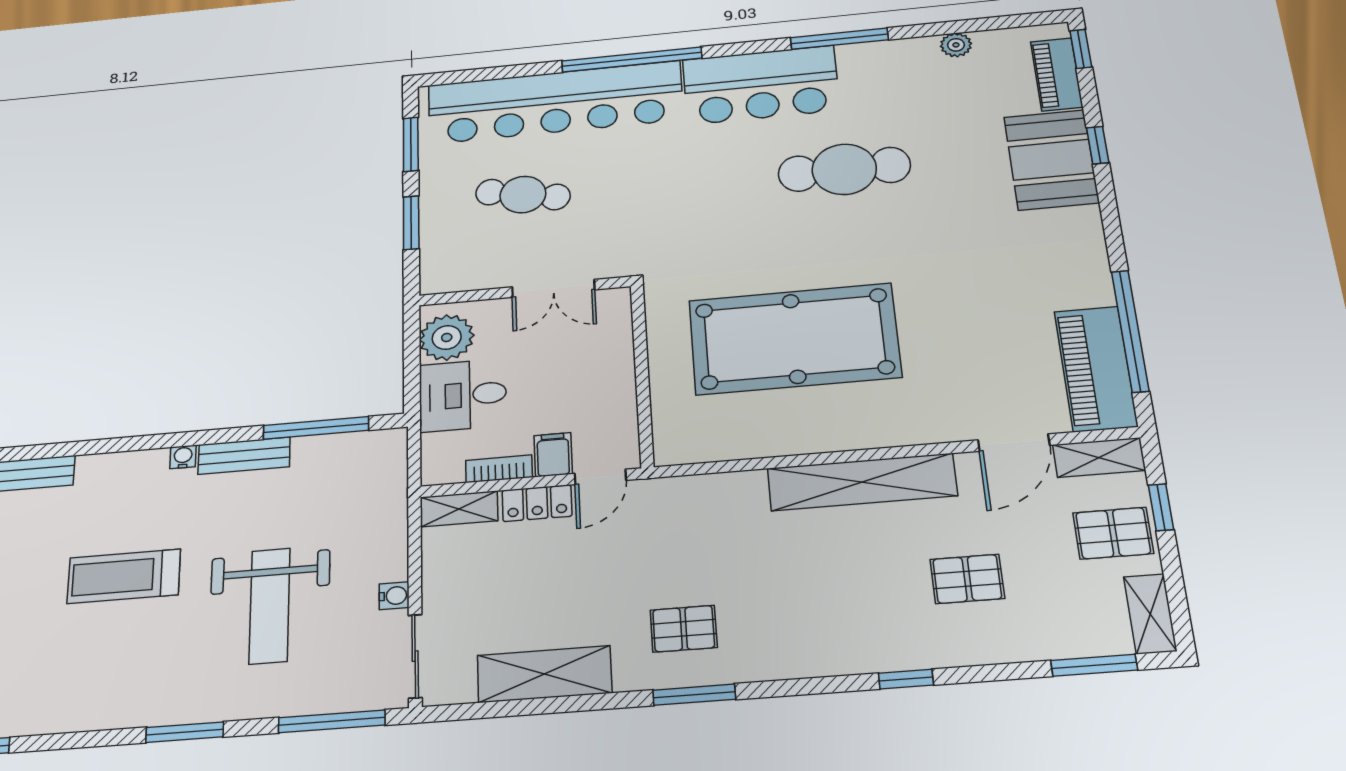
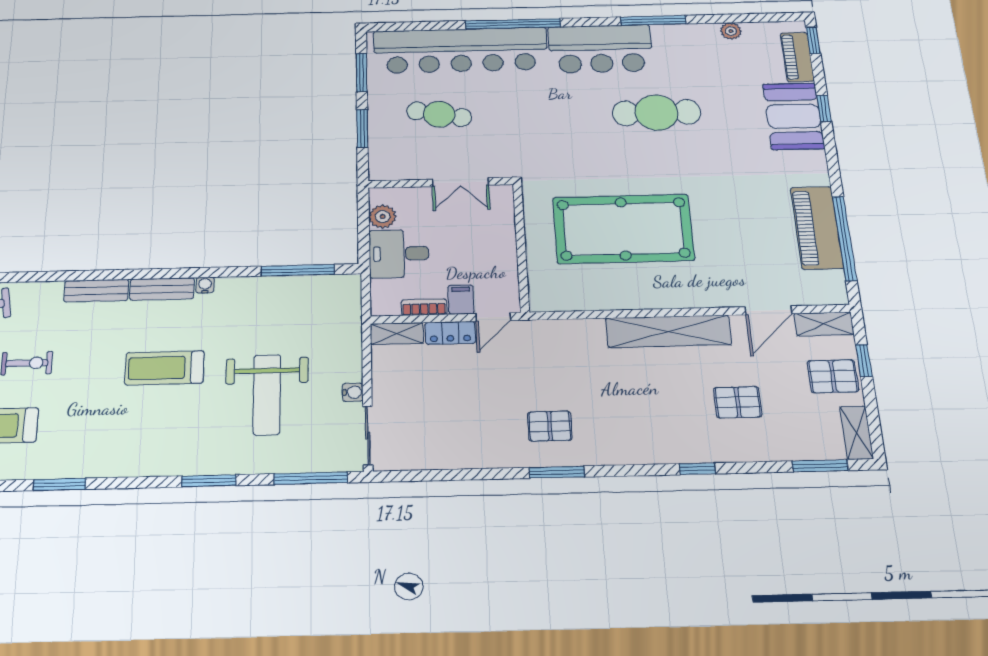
plant: (447, 337) -> (383, 216), width x0.73, depth x0.73
piano: (1096, 369) -> (817, 228), moved
bench: (244, 456) -> (162, 289), moved
shelving: (544, 674) -> (456, 453), removed

